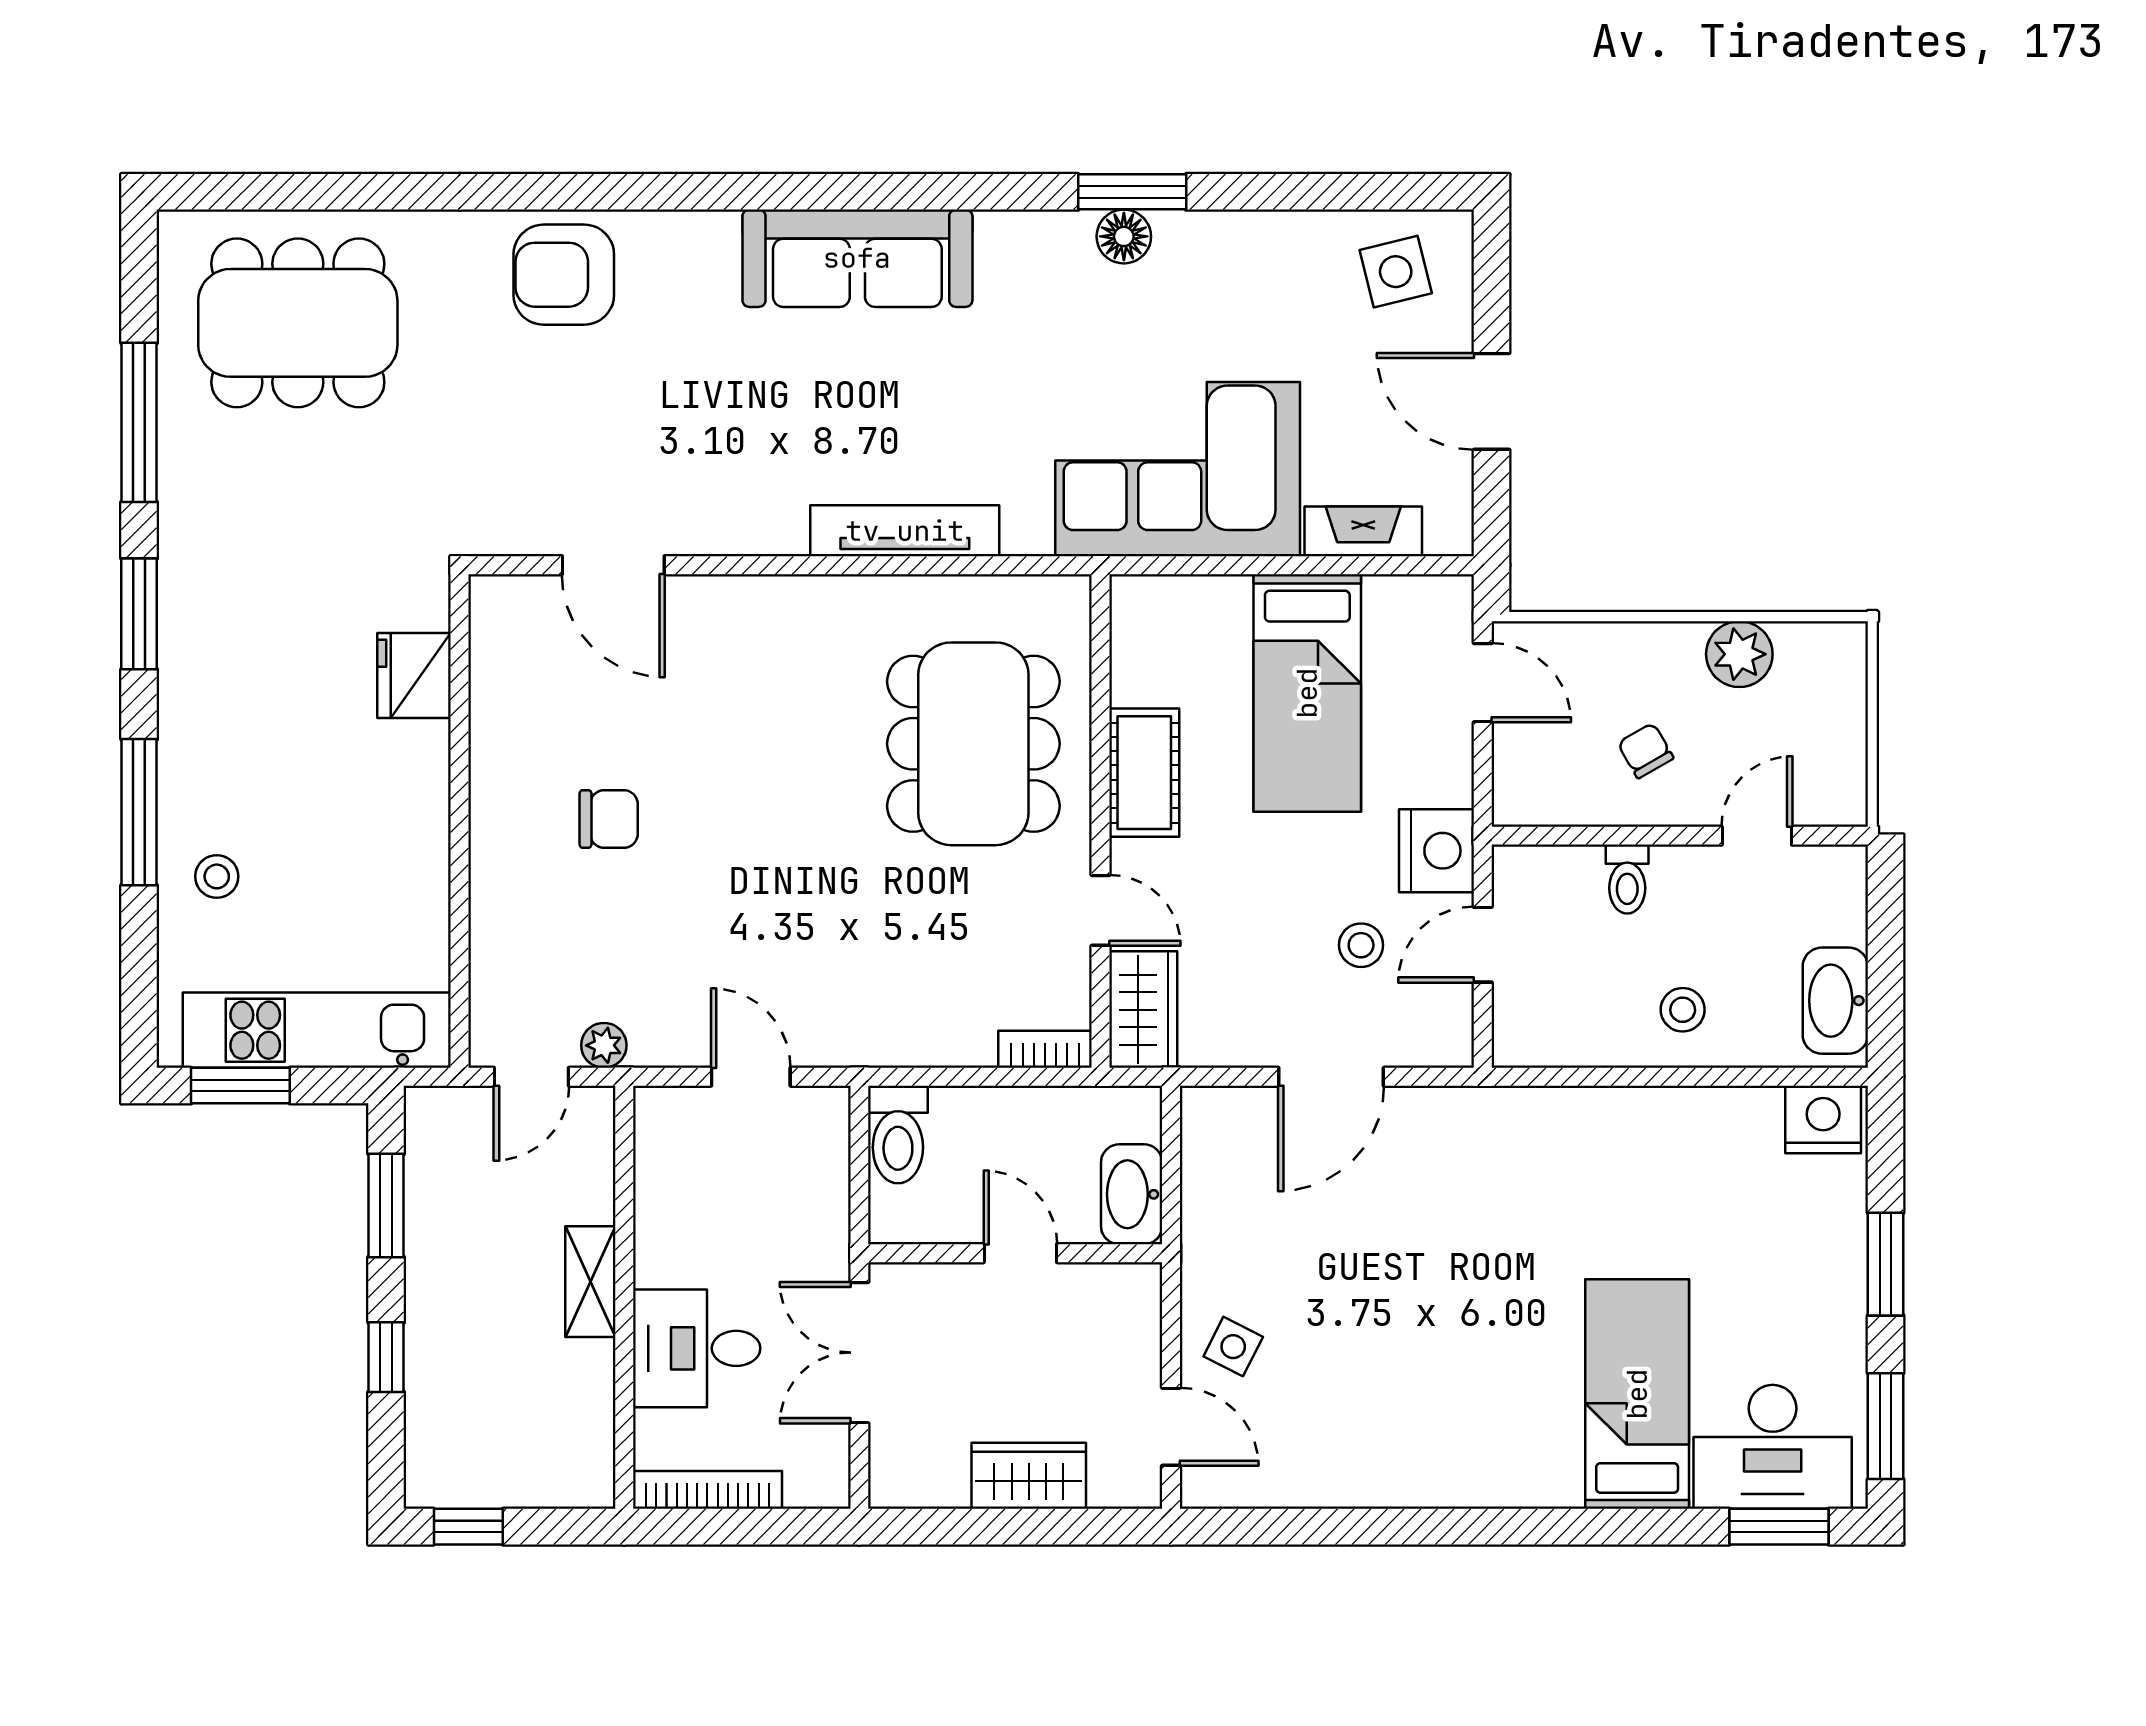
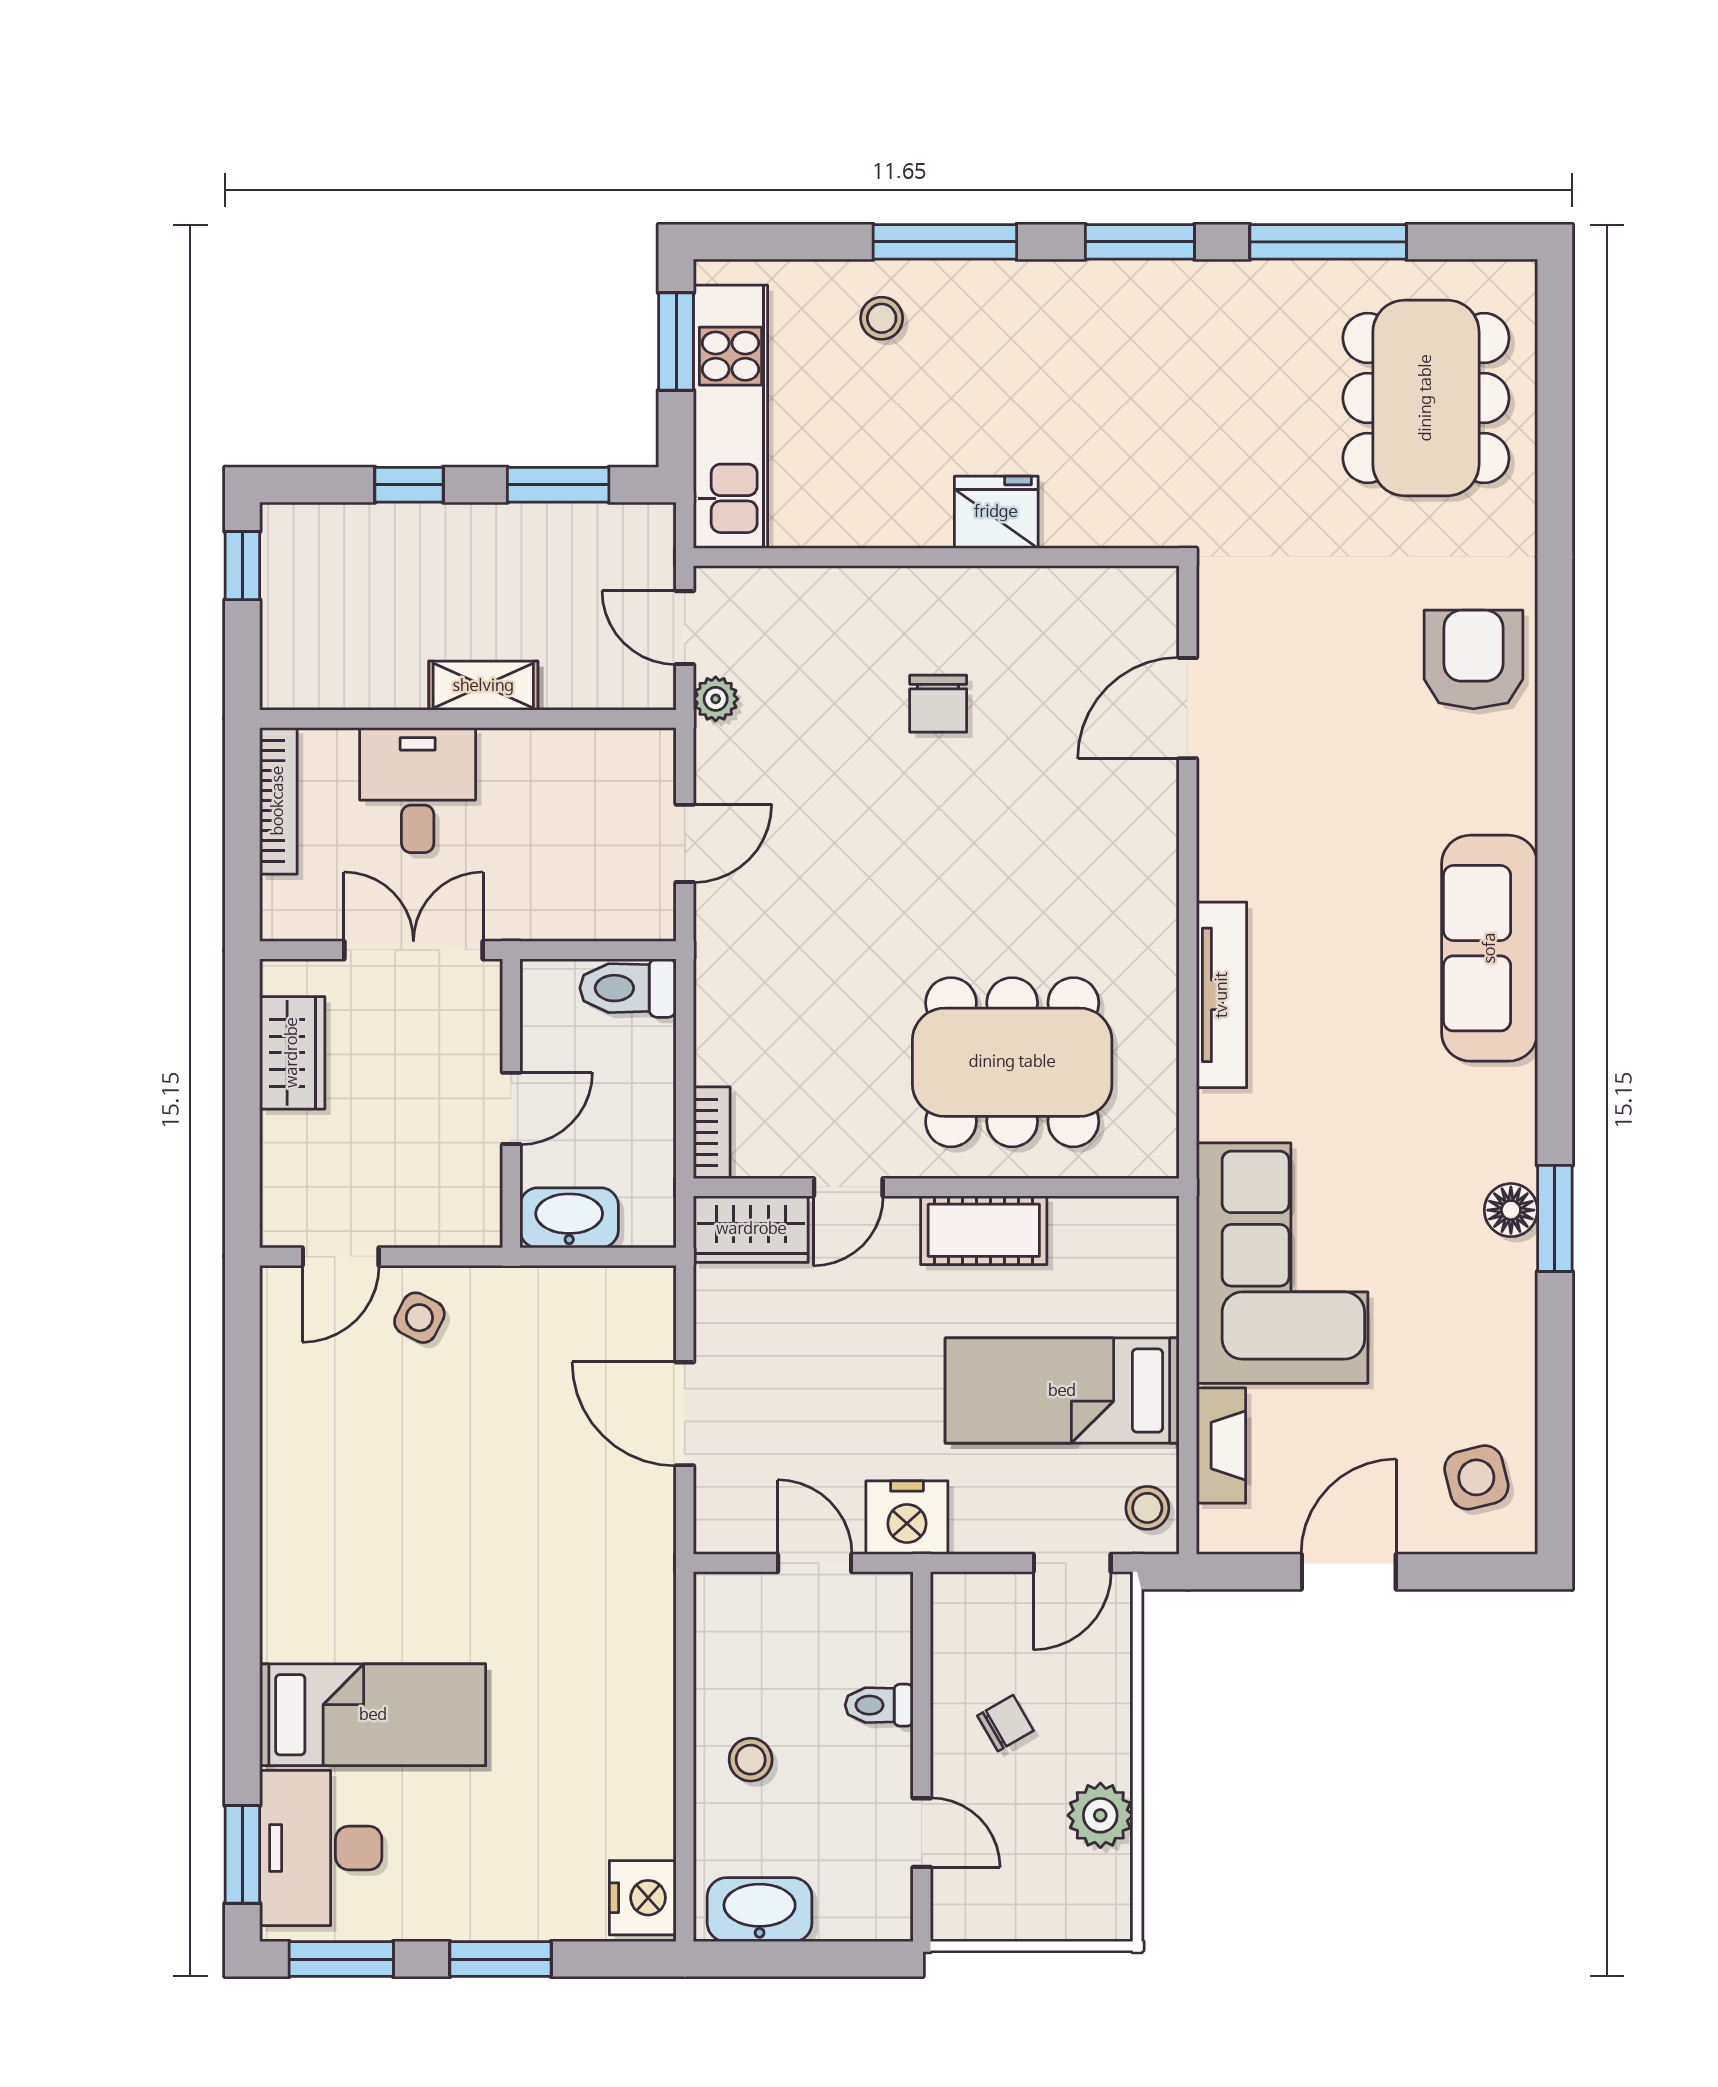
fridge: (414, 675) -> (996, 512), moved
stool: (1361, 945) -> (1147, 1508), moved
wardrobe: (1029, 1476) -> (292, 1053), moved

